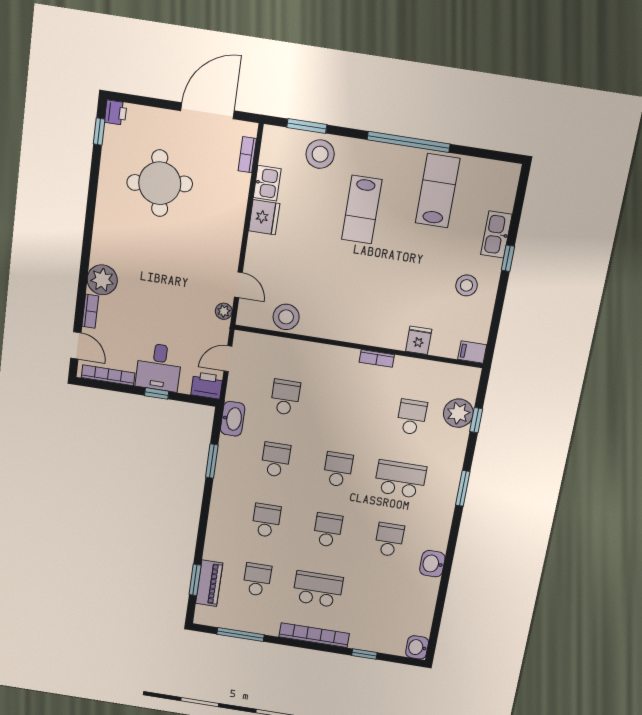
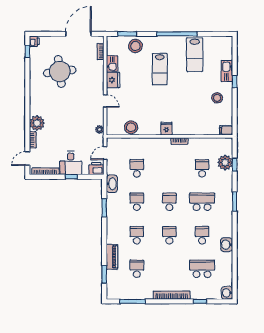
lab bench: (438, 191) -> (195, 55), turned 180
door: (238, 285) -> (105, 101), moved
fridge: (419, 340) -> (166, 129), moved
door: (76, 345) -> (27, 158), swing flipped
piano: (209, 583) -> (112, 257), moved
school desk: (318, 589) -> (202, 269), moved

